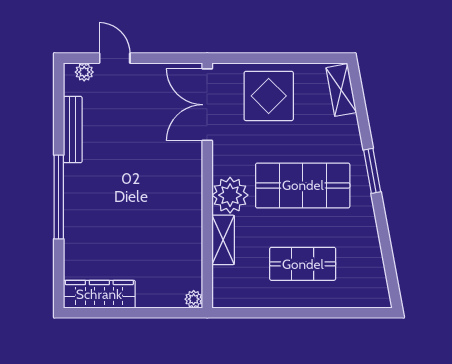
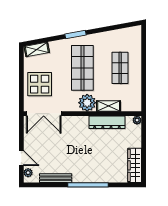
door: (115, 58) -> (21, 158), swing flipped
dresser: (189, 236) -> (107, 122), added

